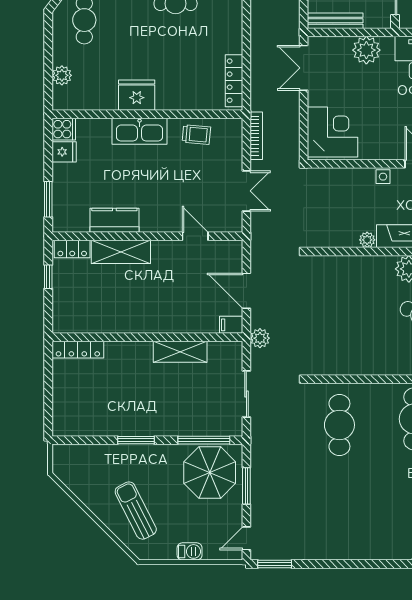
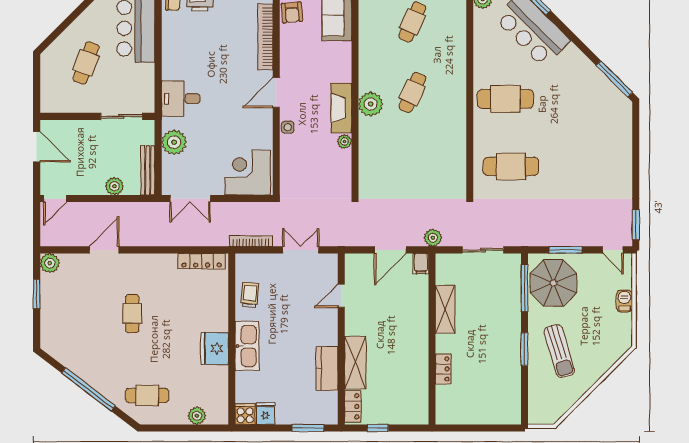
locker: (78, 350) -> (443, 369), moved, width x0.66
sun lounger: (136, 511) -> (559, 351), moved, turned -80

